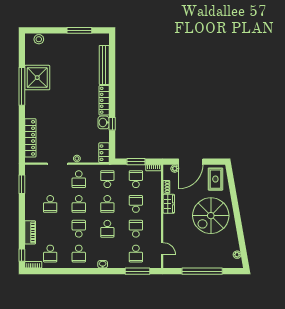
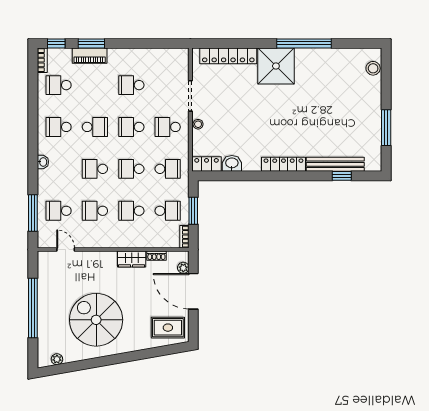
shower: (37, 78) -> (276, 66), moved
washbasin: (104, 122) -> (232, 163), moved
window: (112, 124) -> (342, 176), moved
window: (22, 184) -> (91, 43), moved
school desk: (136, 204) -> (131, 211), turned 180
spiral stairs: (211, 216) -> (96, 320), moved
school desk: (136, 229) -> (95, 211), turned 180
door: (162, 249) -> (66, 249), swing flipped

